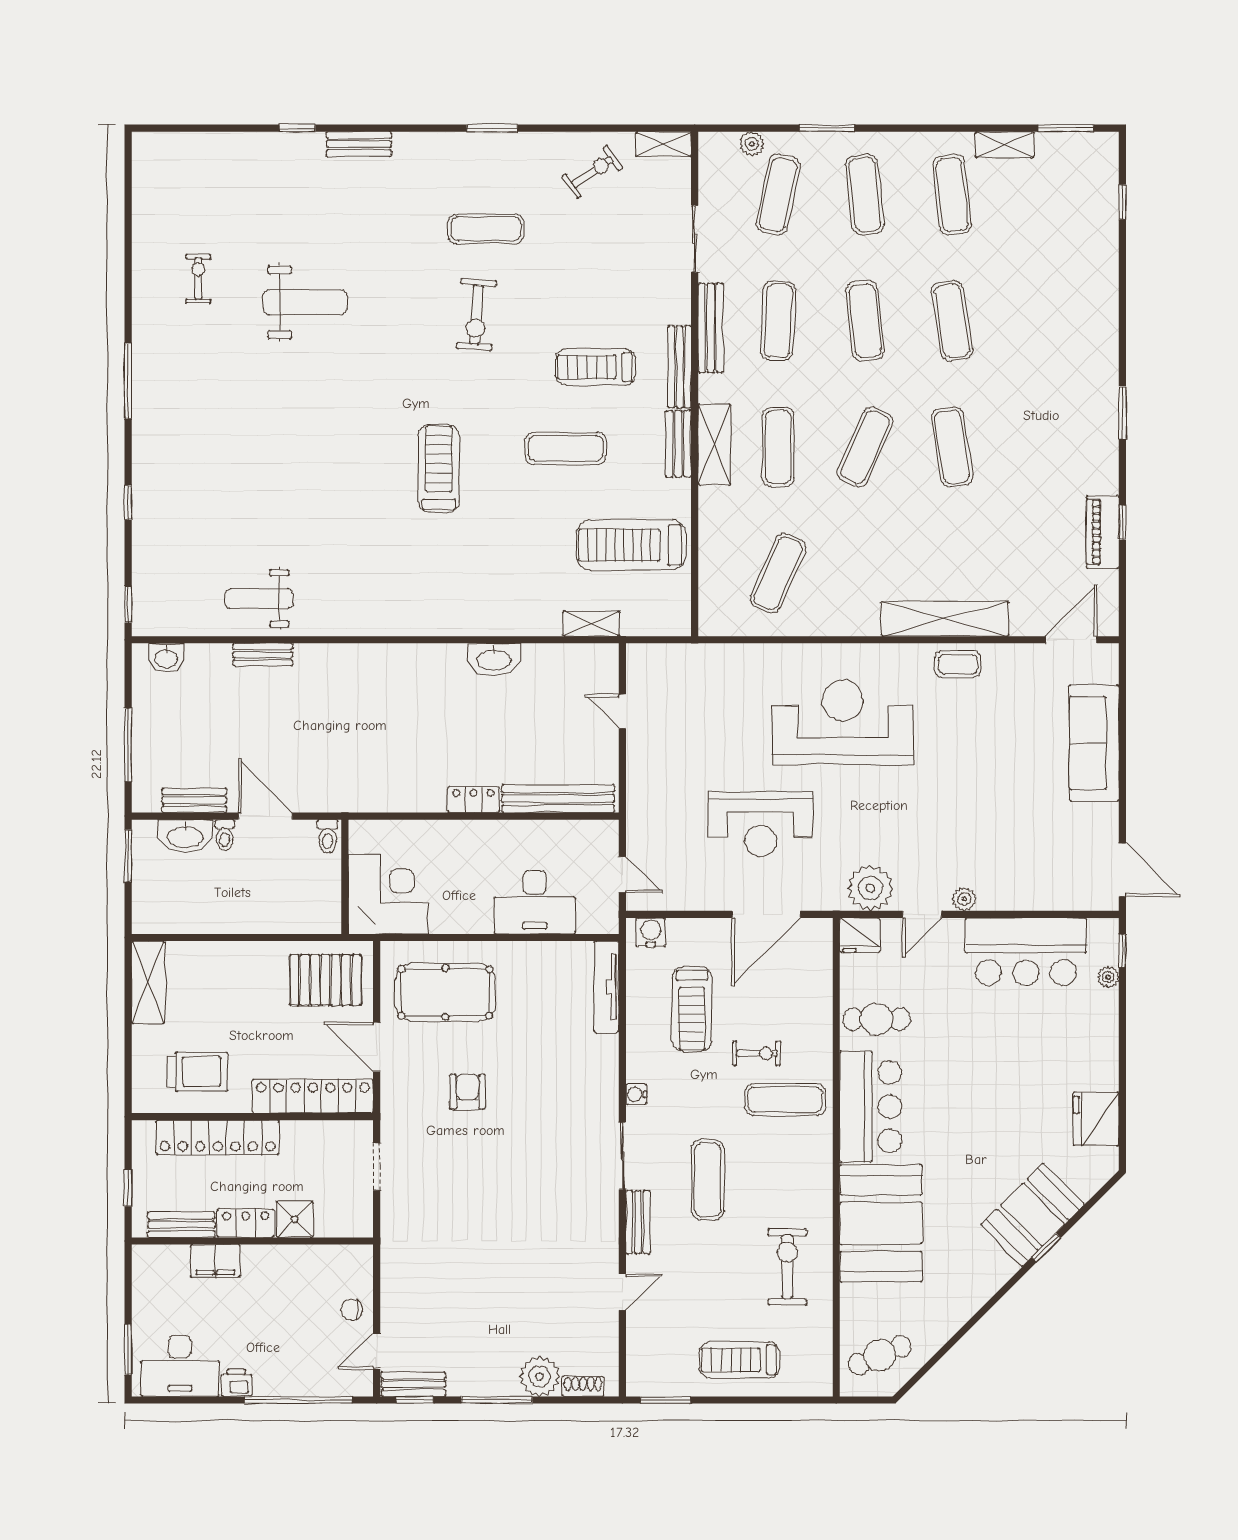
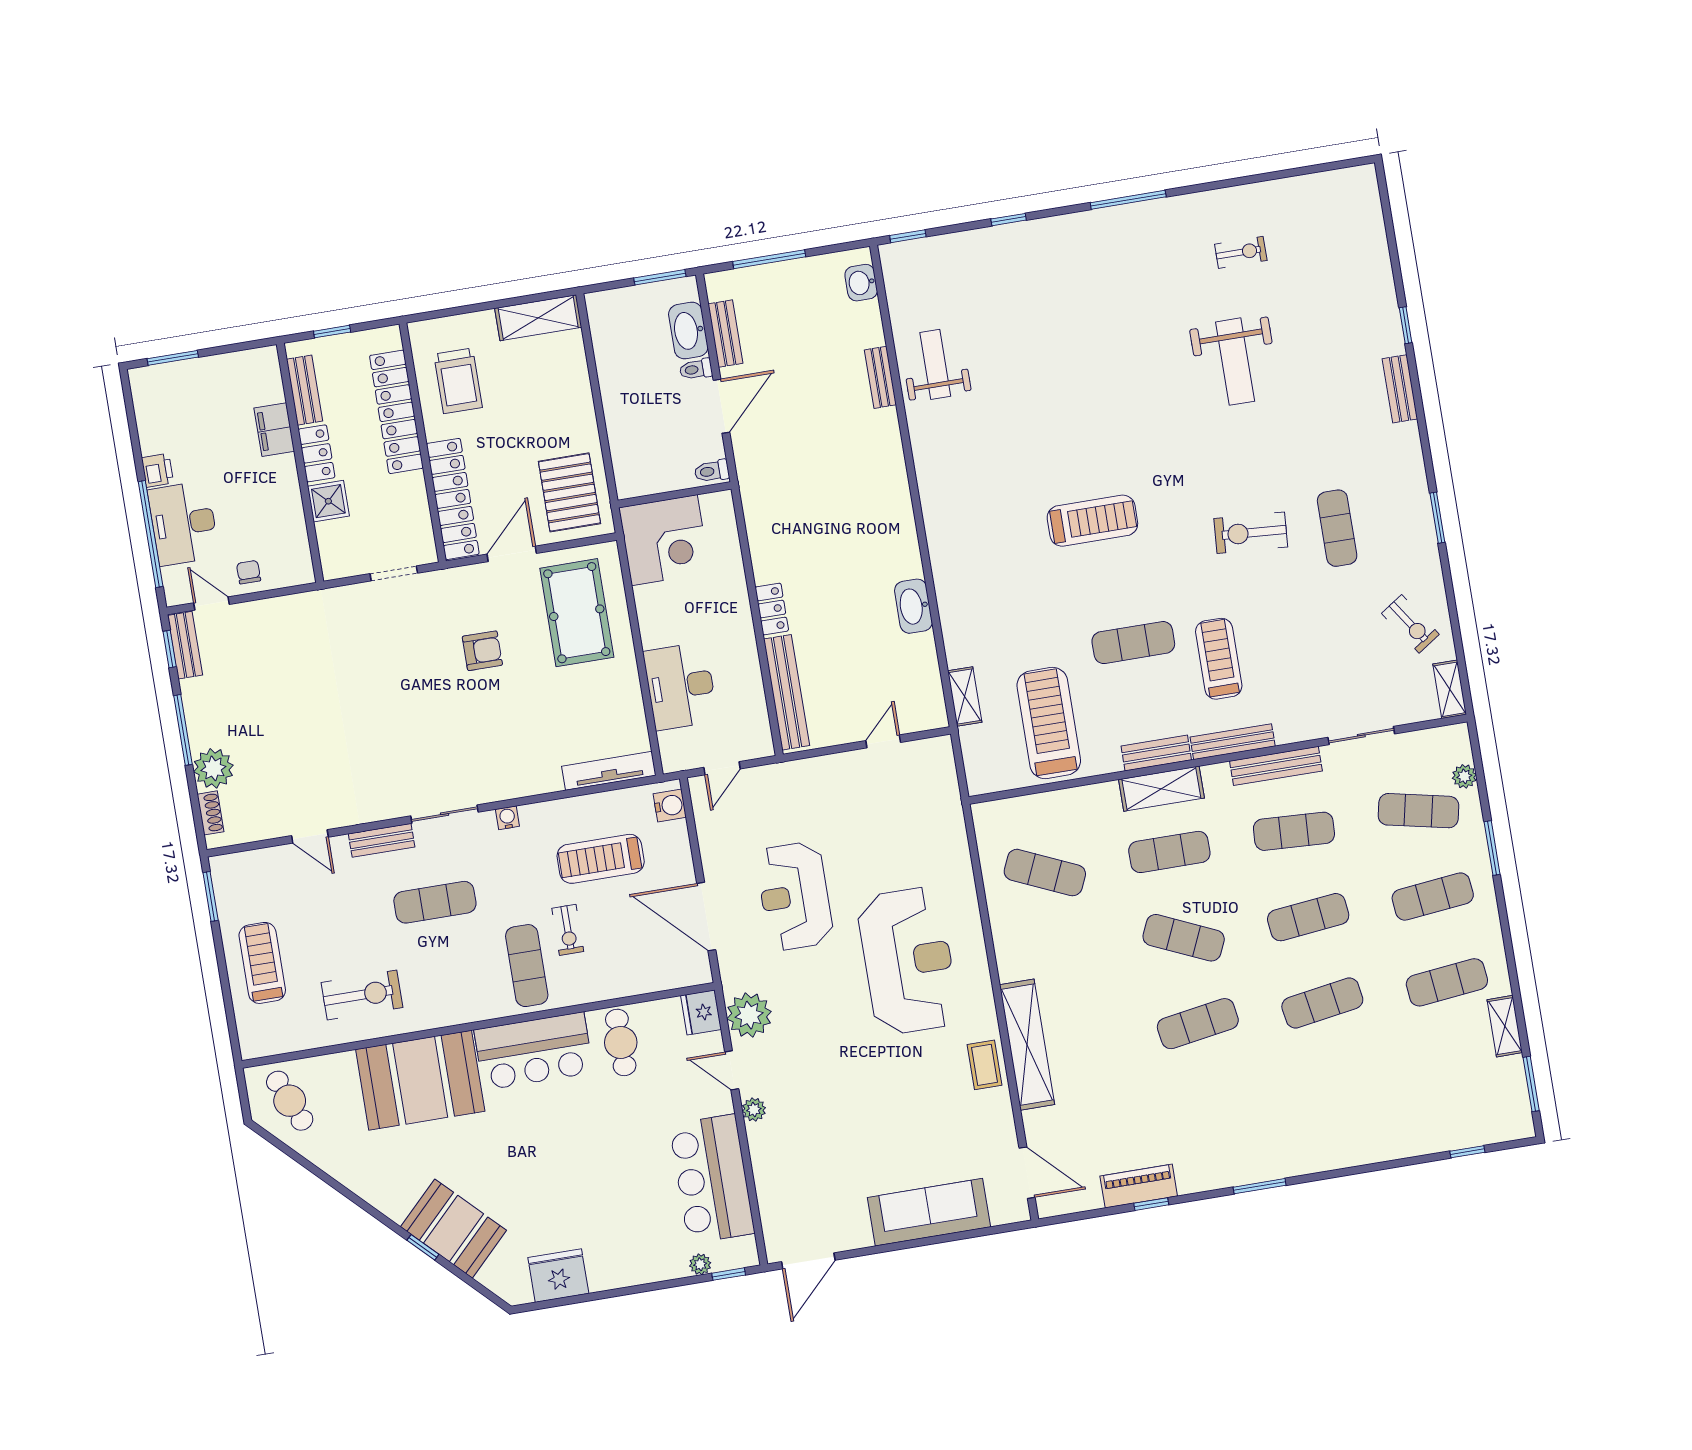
exercise mat: (566, 448) -> (1133, 643), turned 90
desk: (180, 1366) -> (183, 523), moved

